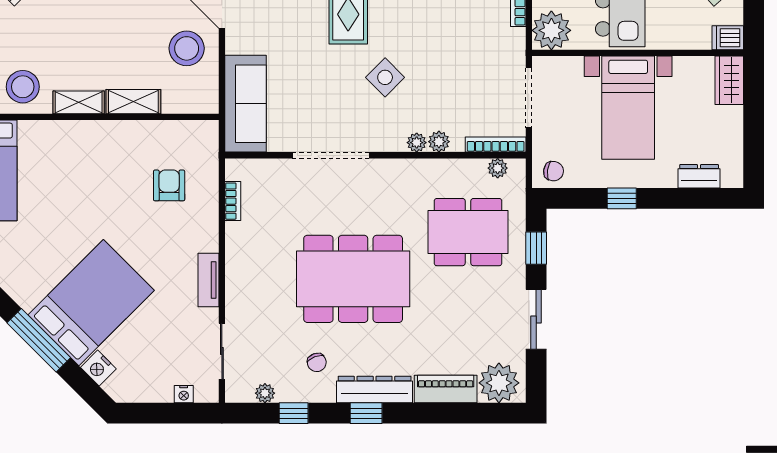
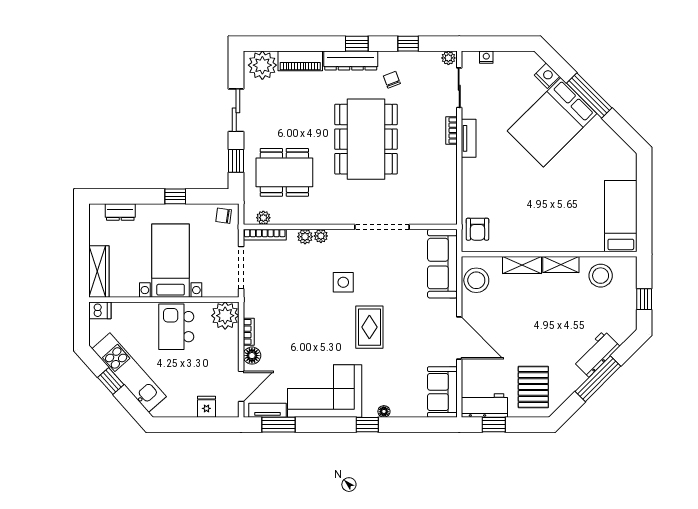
stool: (187, 48) -> (476, 280), moved
side table: (385, 77) -> (343, 282), turned 45
wardrobe: (729, 80) -> (99, 271), width x1.50
armchair: (169, 185) -> (477, 229), moved
bookcase: (233, 201) -> (451, 130), moved
dining table: (353, 279) -> (366, 139), turned 90
plant: (265, 393) -> (448, 58), moved

